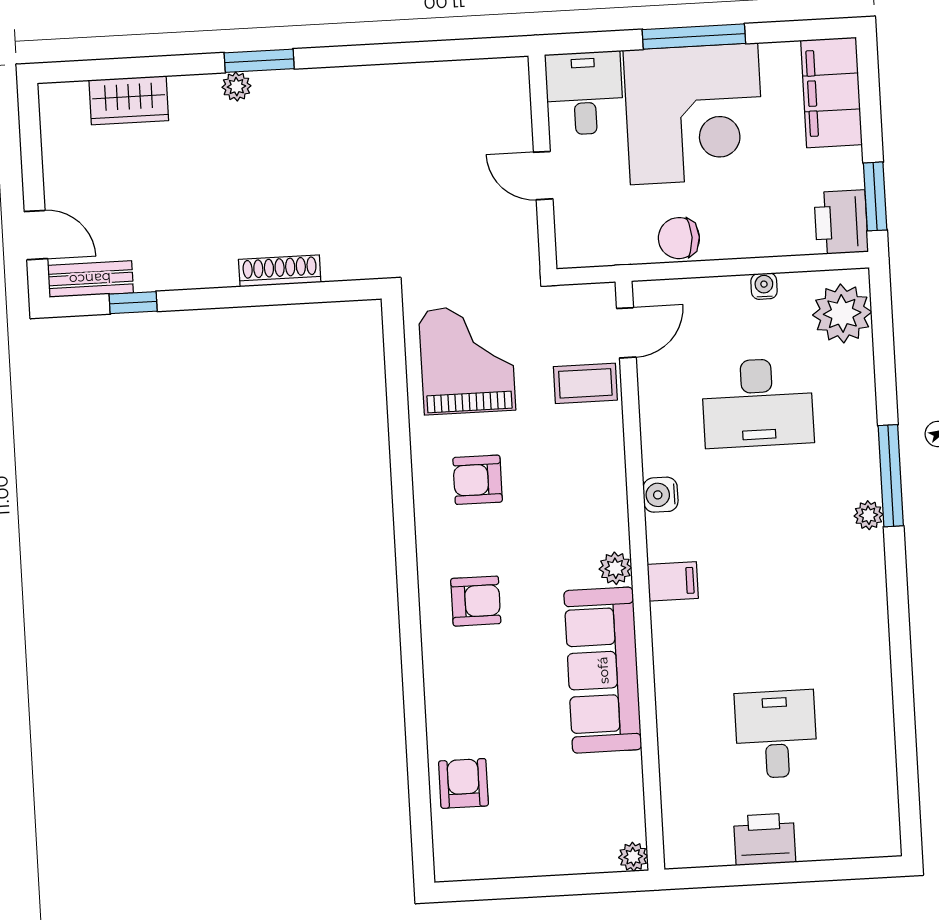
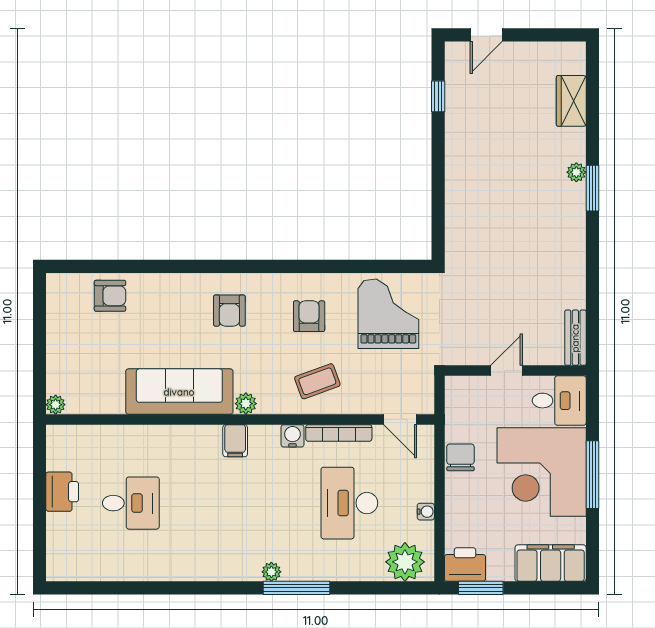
shoe rack: (280, 271) -> (454, 194), removed
bench: (90, 279) -> (575, 338), moved
grand piano: (467, 360) -> (388, 314), turned -90
coffee table: (585, 383) -> (317, 381), moved, turned 70
bookcase: (652, 425) -> (339, 433), added

